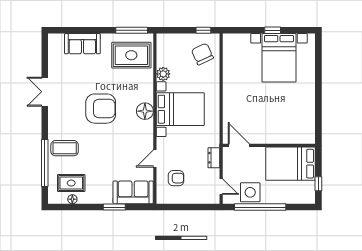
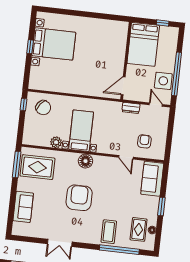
chair: (202, 54) -> (43, 108), turned -117
rug: (131, 55) -> (37, 167), turned 90
bed with nightstands: (180, 109) -> (81, 131), width x0.73
door: (221, 187) -> (156, 105), hinge flipped
window: (114, 207) -> (161, 206), moved

